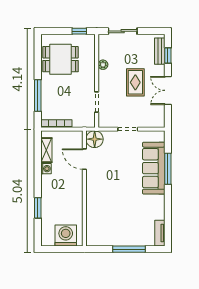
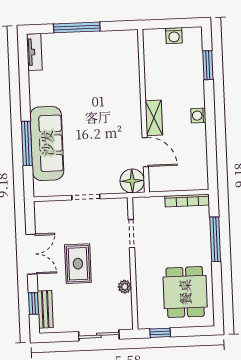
dining table: (60, 59) -> (185, 292), turned 90
shelving: (46, 150) -> (154, 118), moved
washing machine: (46, 169) -> (198, 116), moved
window: (38, 208) -> (208, 65), moved
washing machine: (66, 236) -> (174, 36), width x0.53, depth x0.53

